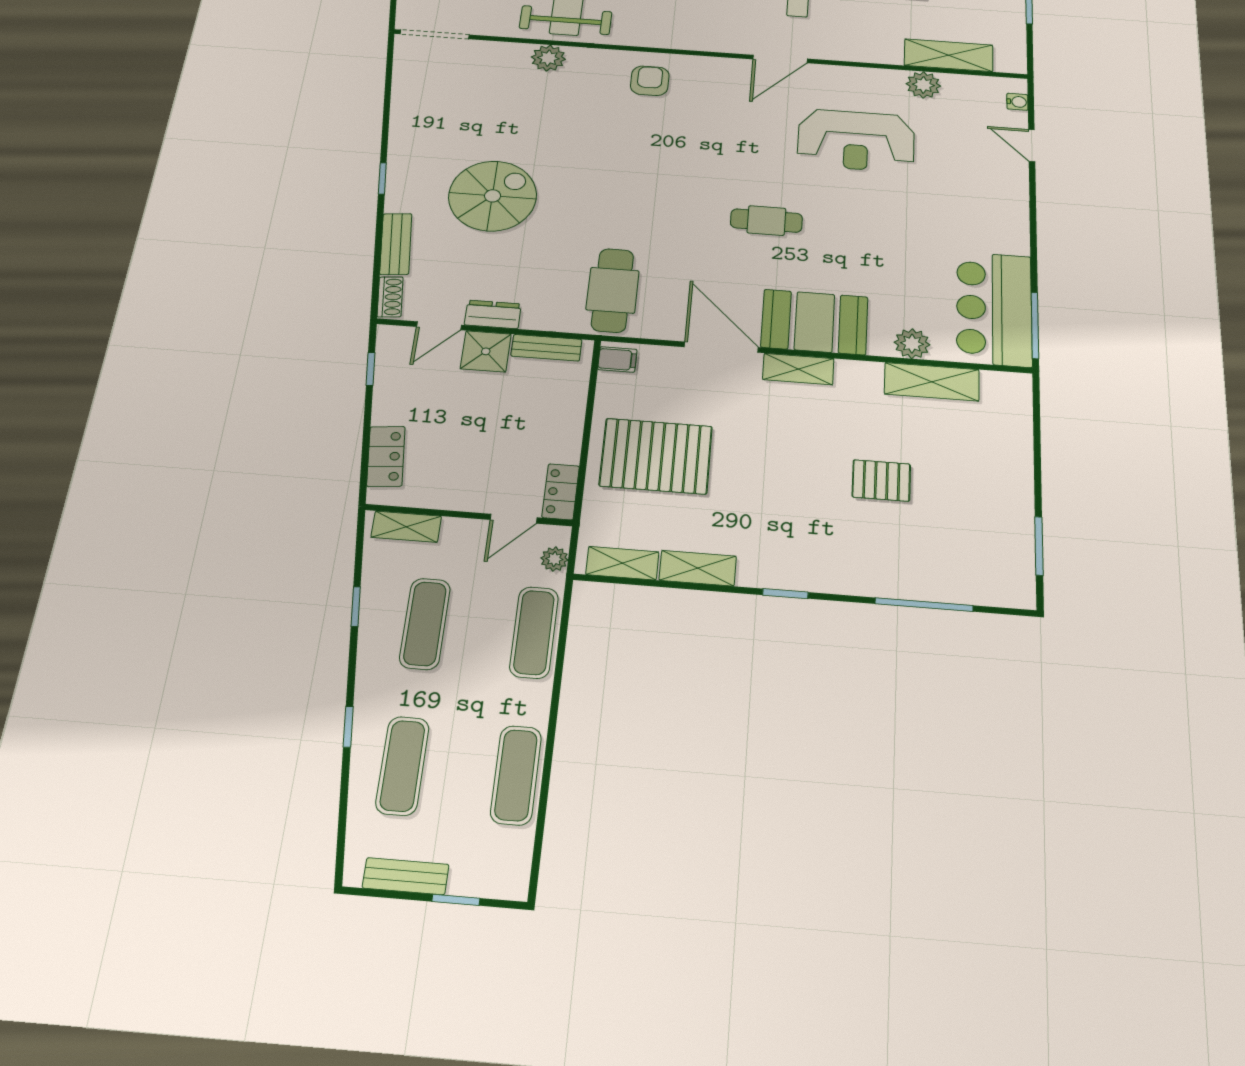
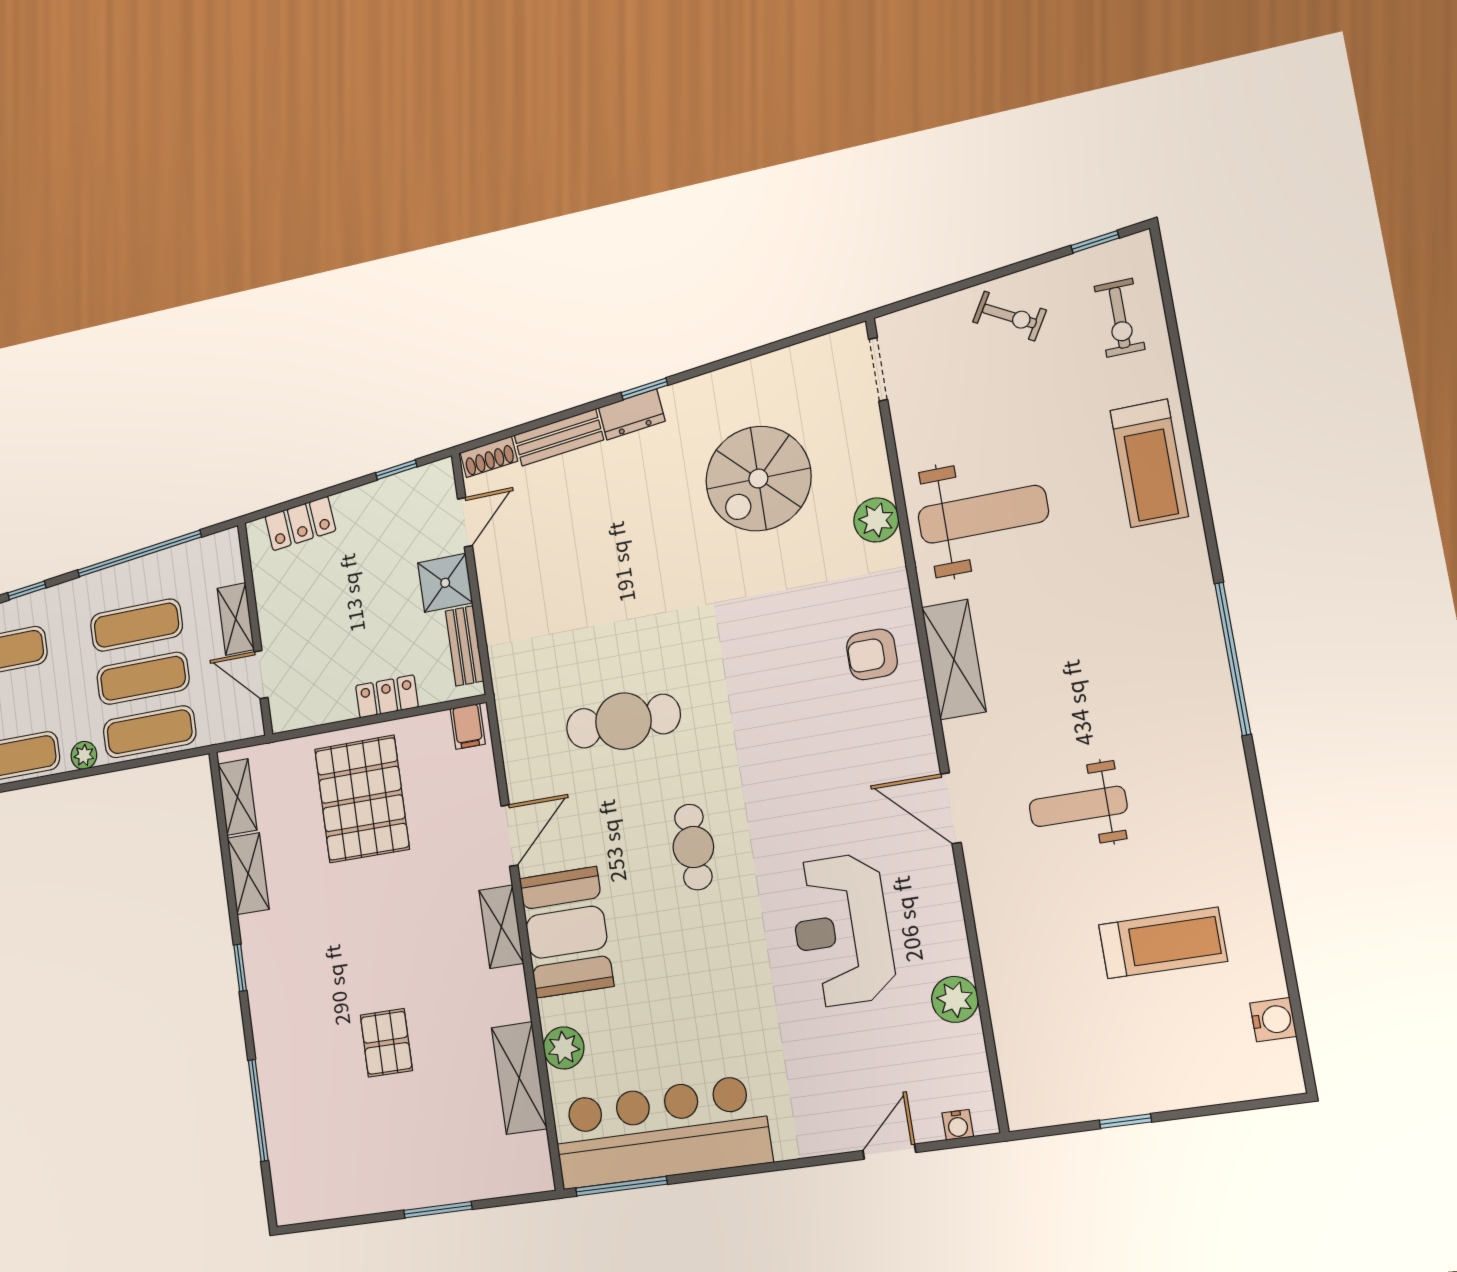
doorway: (435, 34) -> (878, 369), width x0.73
shelving: (949, 55) -> (954, 659), moved
armchair: (650, 81) -> (872, 654), turned 180
spiral stairs: (493, 196) -> (758, 479), moved, turned 90
cafe table: (613, 290) -> (623, 721), moved
bar counter: (994, 309) -> (661, 1132), width x1.36
dresser: (493, 314) -> (632, 414), moved, turned 84
door: (439, 326) -> (465, 522), swing flipped
door: (721, 347) -> (509, 835), width x0.73
locker: (561, 492) -> (387, 696), moved
shelving: (406, 527) -> (236, 619), moved
window: (1039, 546) -> (438, 1210), moved
plant: (554, 559) -> (84, 755), moved
window: (356, 606) -> (139, 554), width x3.17
exercise mat: (479, 628) -> (143, 678), added

